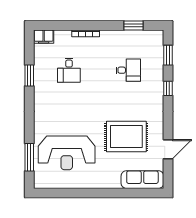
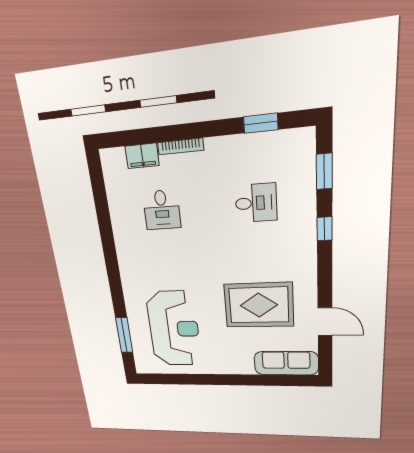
filing cabinet: (44, 37) -> (142, 156), moved
window: (29, 76) -> (105, 222), removed
door: (168, 149) -> (325, 322), hinge flipped
reception desk: (67, 153) -> (174, 329), turned -90

